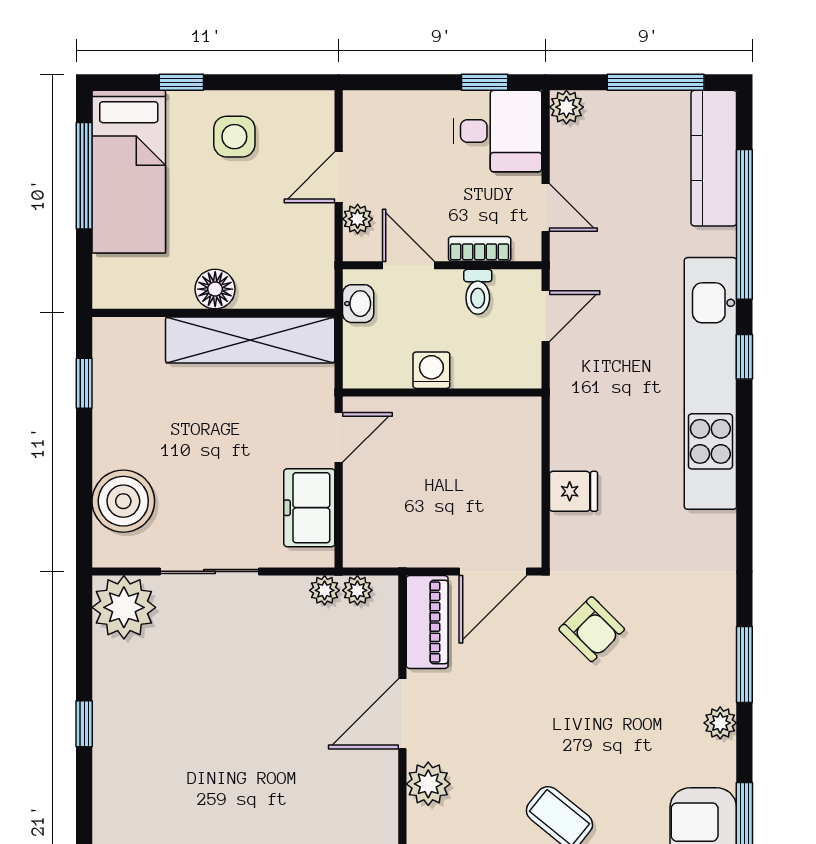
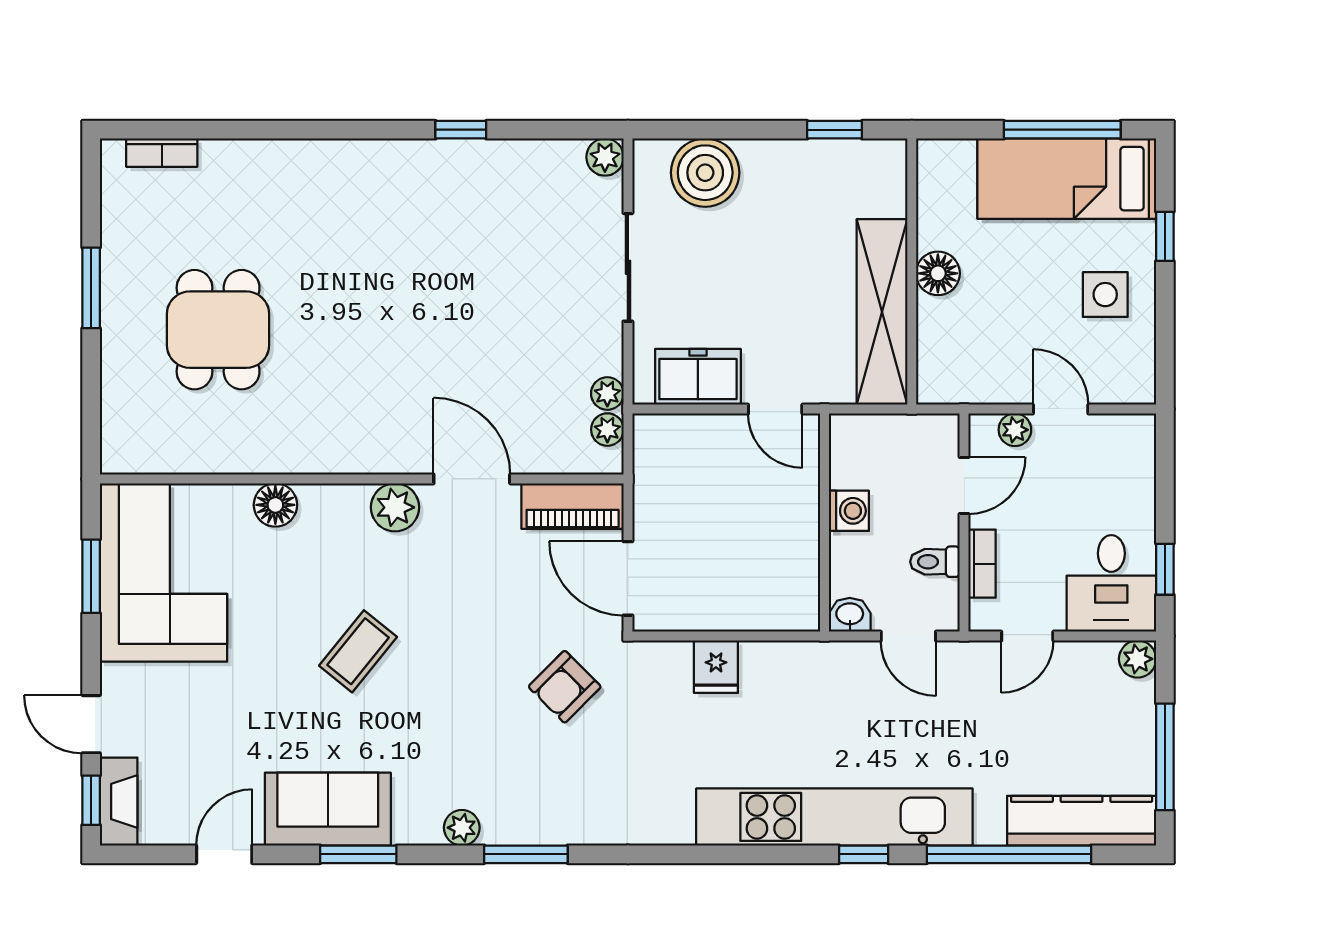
washbasin: (358, 304) -> (850, 615), moved, turned 180
plant: (124, 607) -> (605, 157), width x0.53, depth x0.53

